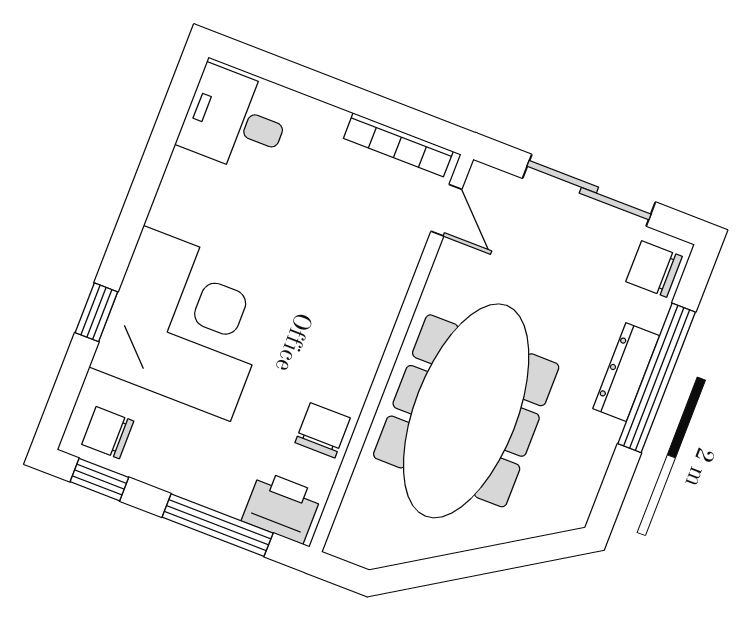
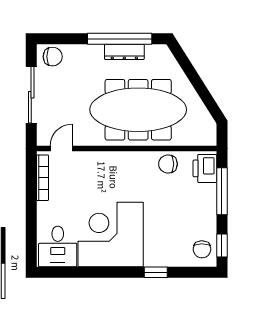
chair: (654, 269) -> (53, 57), turned -90
corner desk: (187, 323) -> (111, 235), moved
dresser: (626, 372) -> (124, 52), moved
window: (657, 378) -> (120, 39), moved

